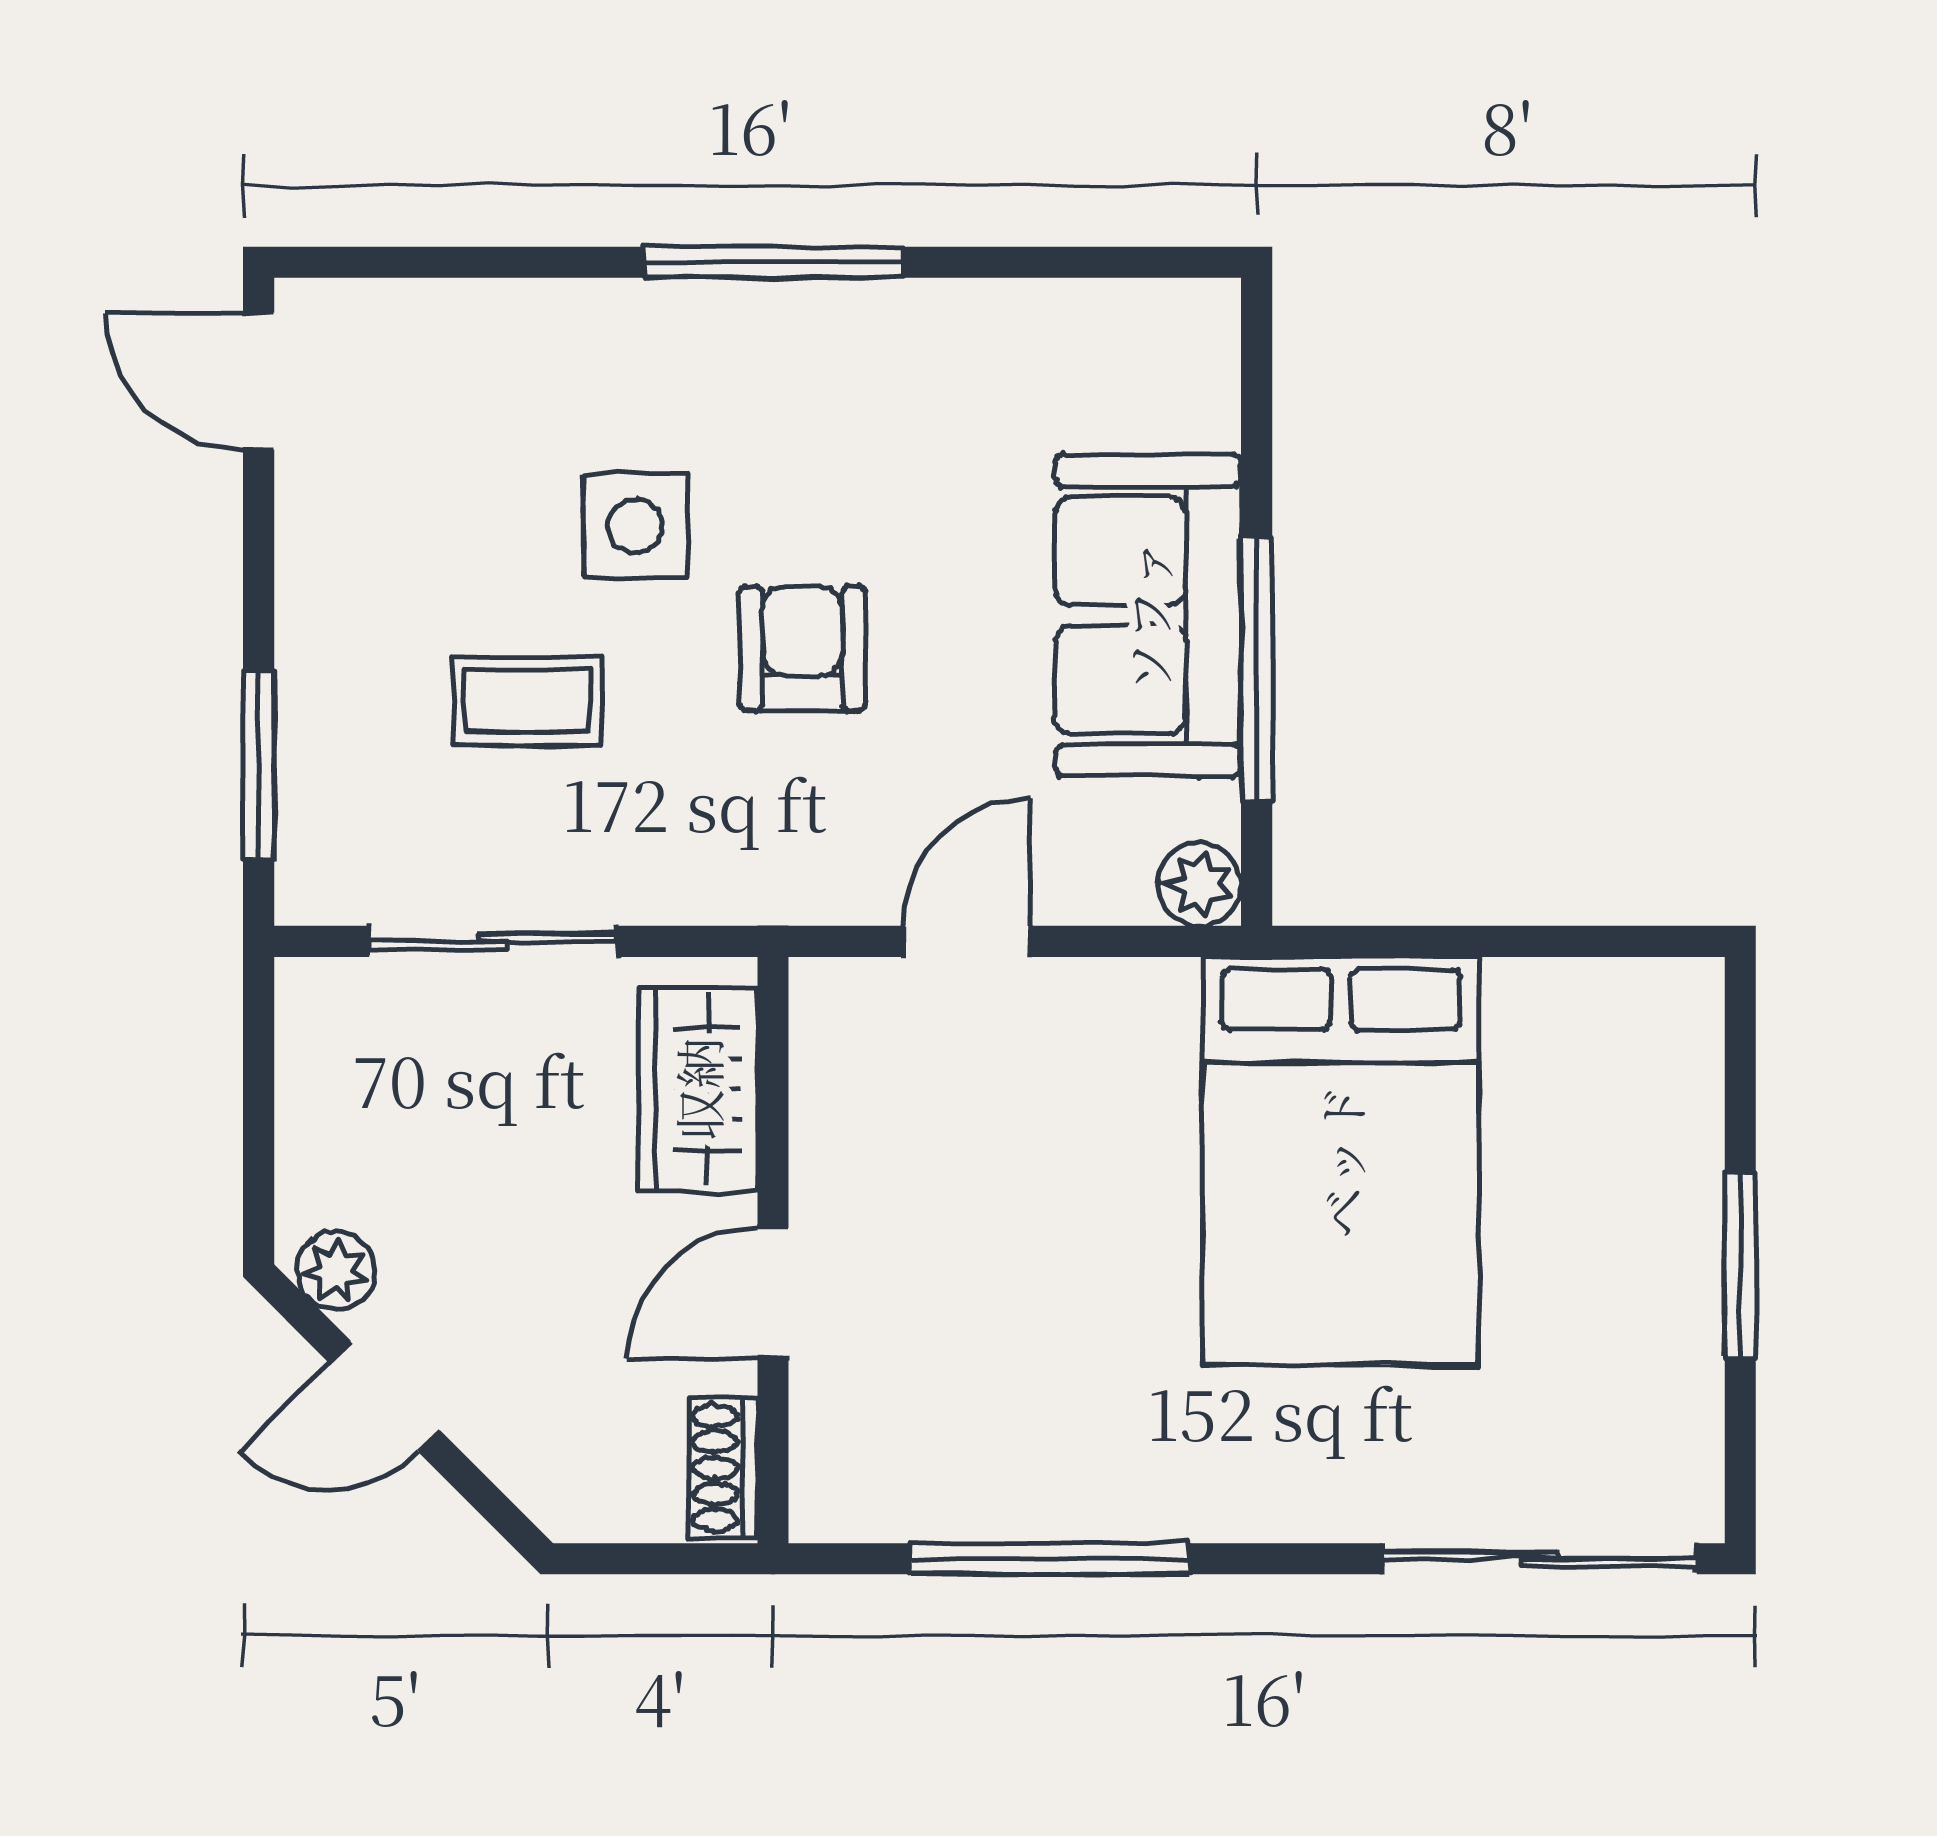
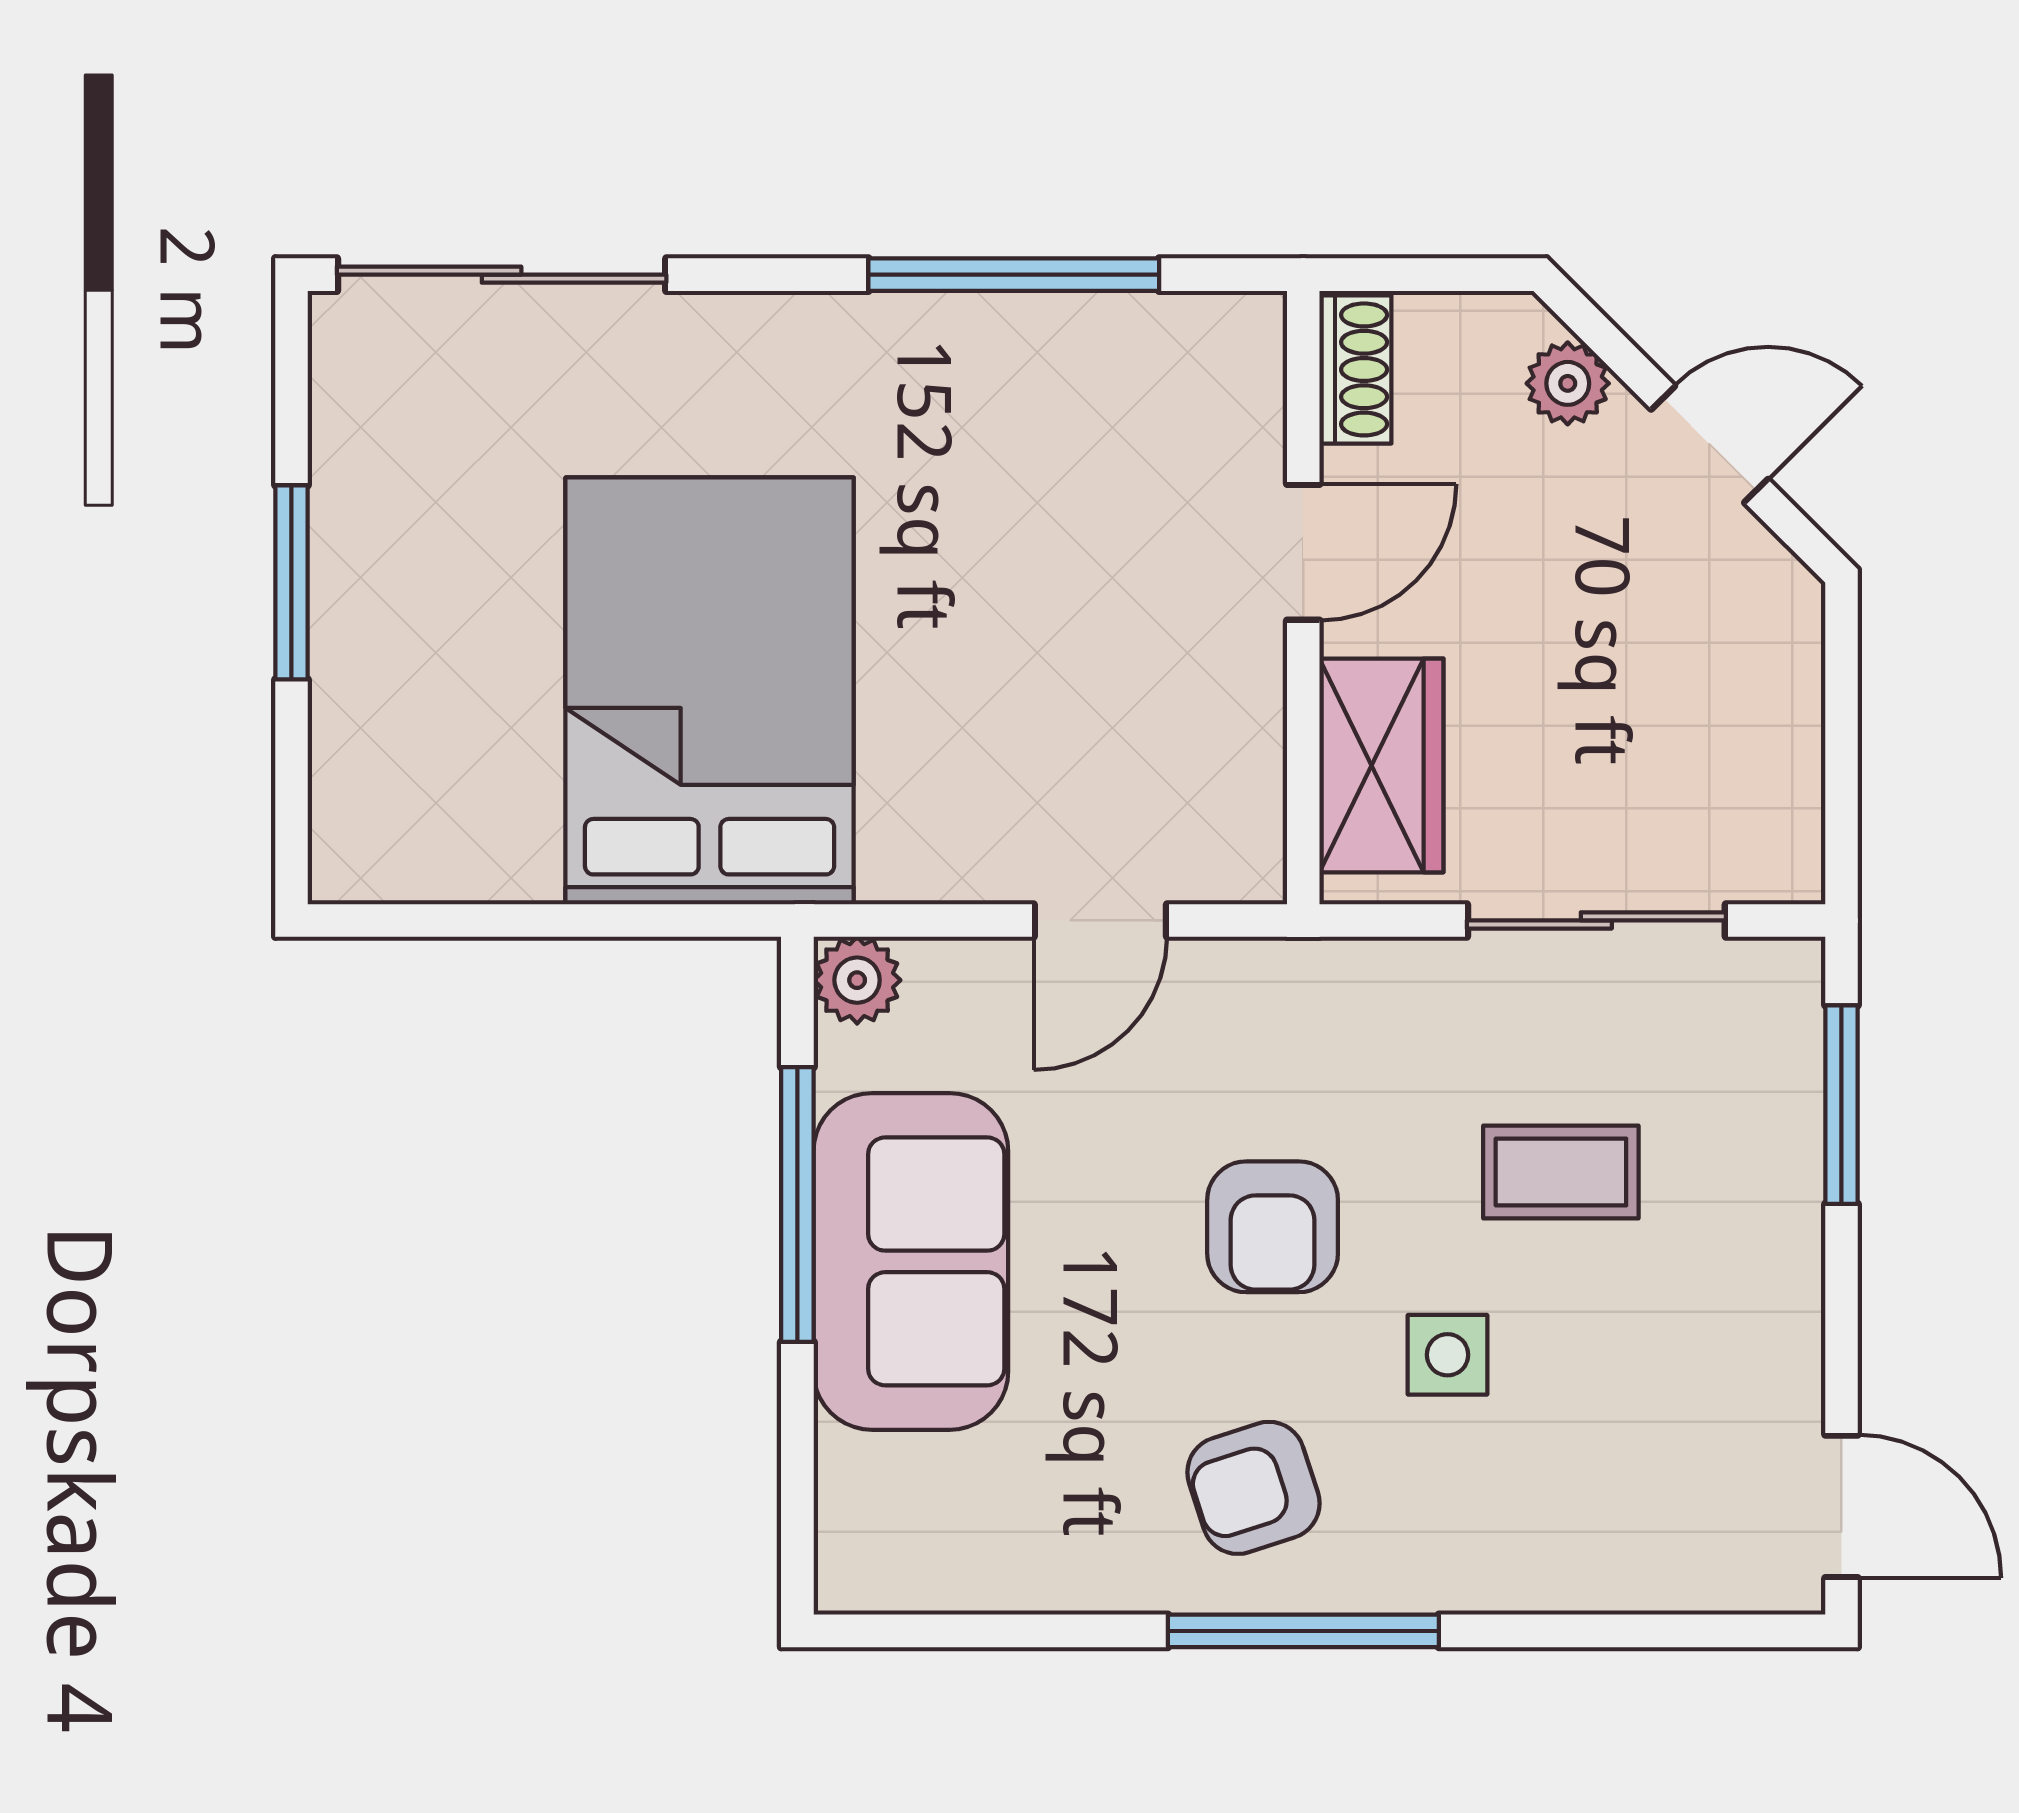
armchair: (821, 399) -> (1253, 1488), added
side table: (635, 526) -> (1448, 1355), width x0.73, depth x0.73
plant: (336, 1271) -> (1568, 383), moved

